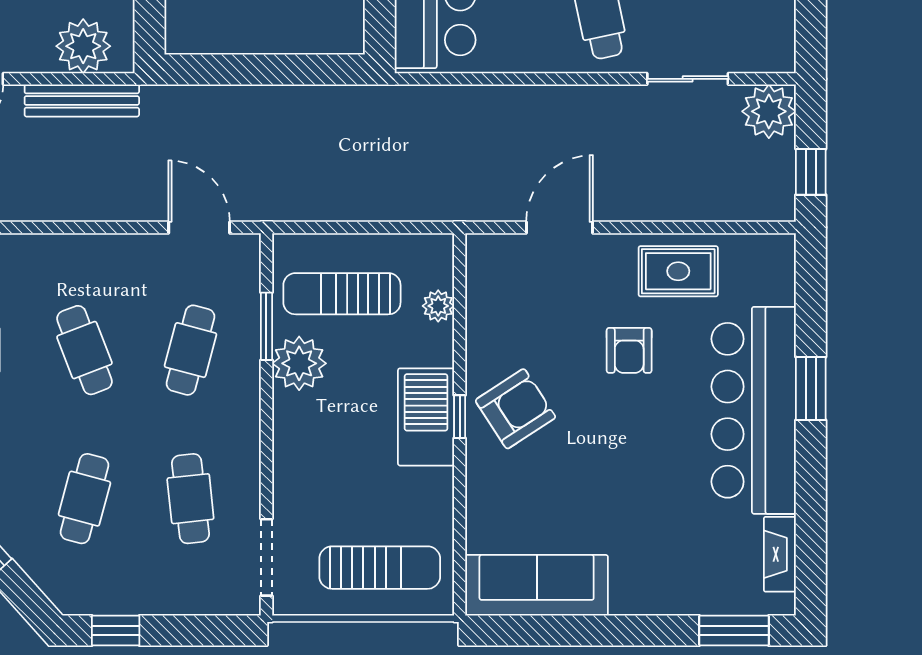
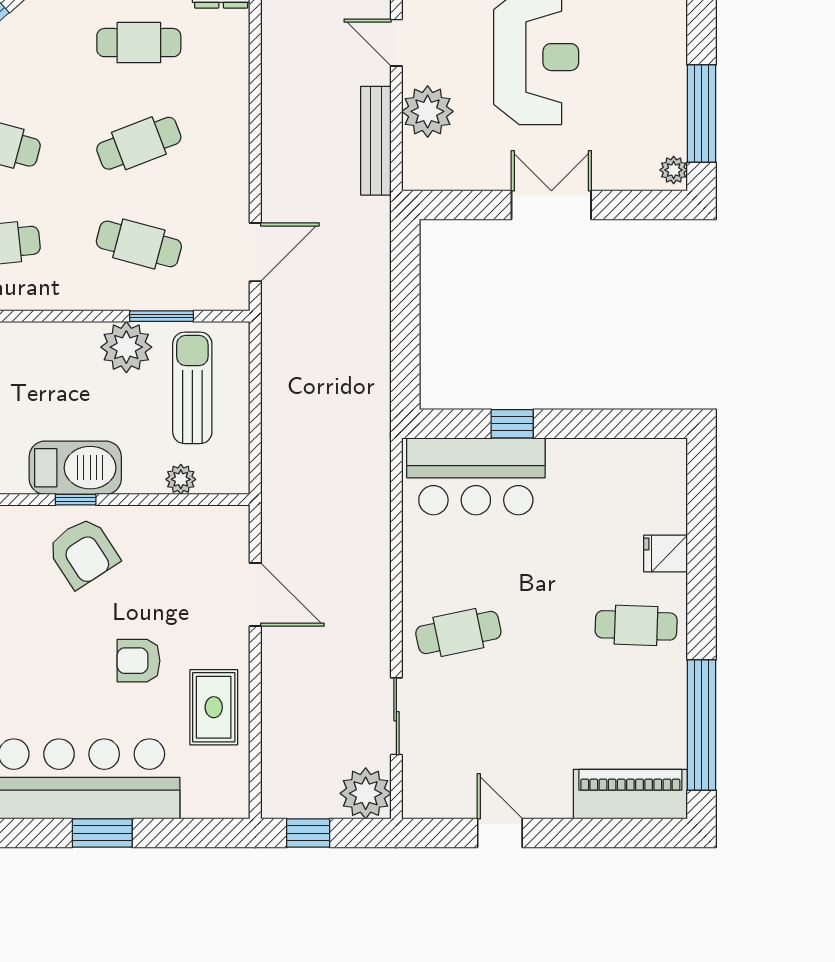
plant: (83, 46) -> (428, 111), moved

